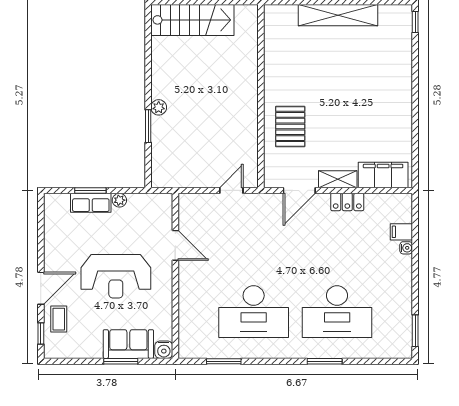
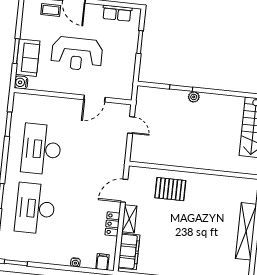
door: (231, 190) -> (131, 125), moved
door: (299, 190) -> (124, 191), hinge flipped
plant: (119, 200) -> (131, 62), removed
row of seats: (91, 203) -> (117, 13), moved, turned -90
filing cabinet: (401, 232) -> (102, 262), moved
reception desk: (116, 276) -> (77, 54), turned -90

